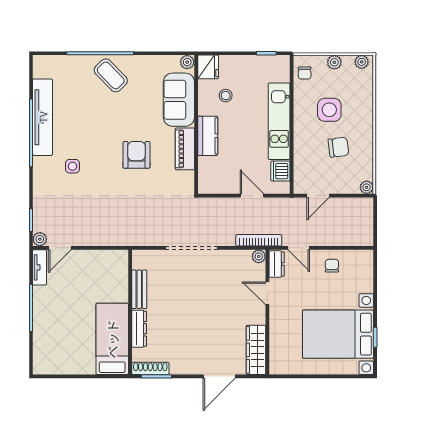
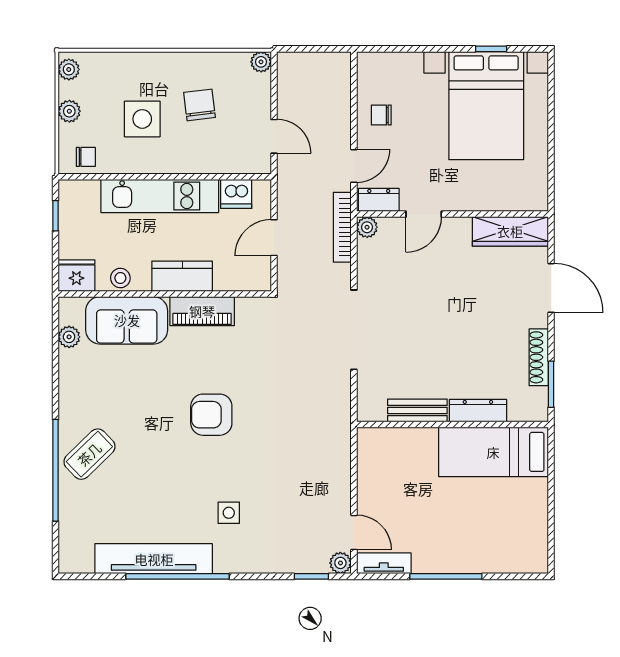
fridge: (208, 67) -> (76, 276), moved
sofa: (179, 100) -> (127, 320), moved
wall: (196, 124) -> (165, 294), moved
kitchen counter: (208, 136) -> (182, 276), moved
piano: (185, 149) -> (202, 311), moved
shoe rack: (150, 368) -> (539, 357), moved

